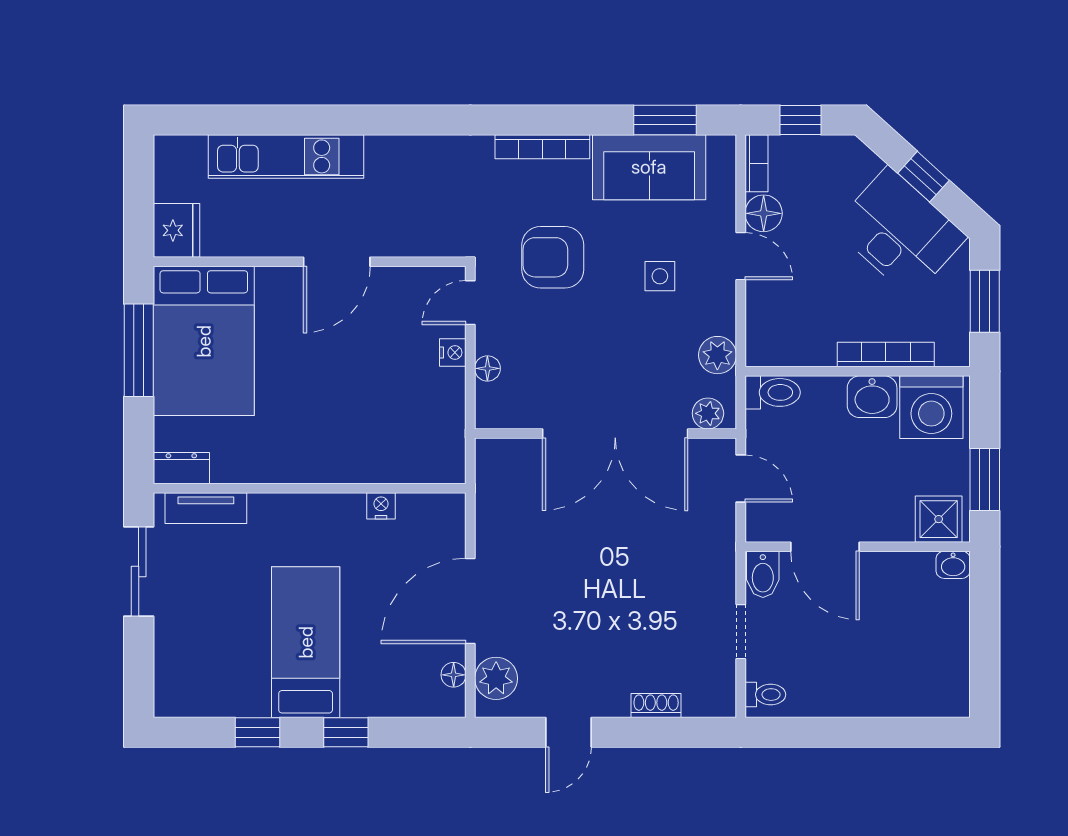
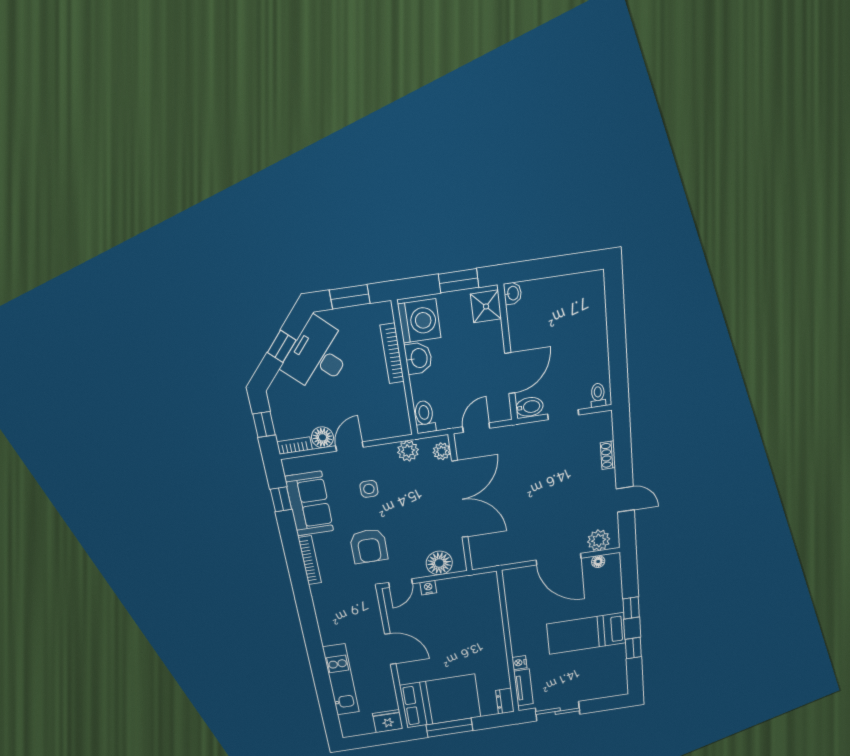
window: (665, 120) -> (281, 499), width x0.67
door: (470, 303) -> (400, 583), hinge flipped
floor lamp: (487, 368) -> (439, 563), width x1.89, depth x1.89
nightstand: (381, 506) -> (519, 663), moved

